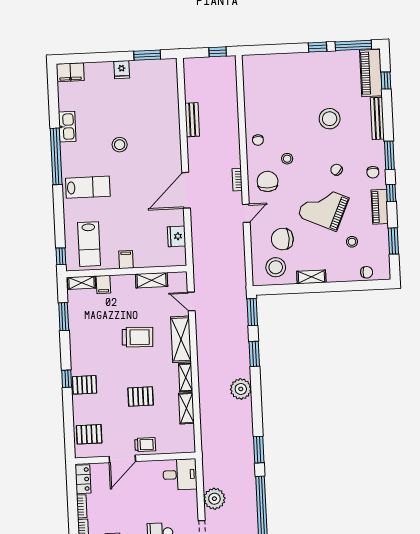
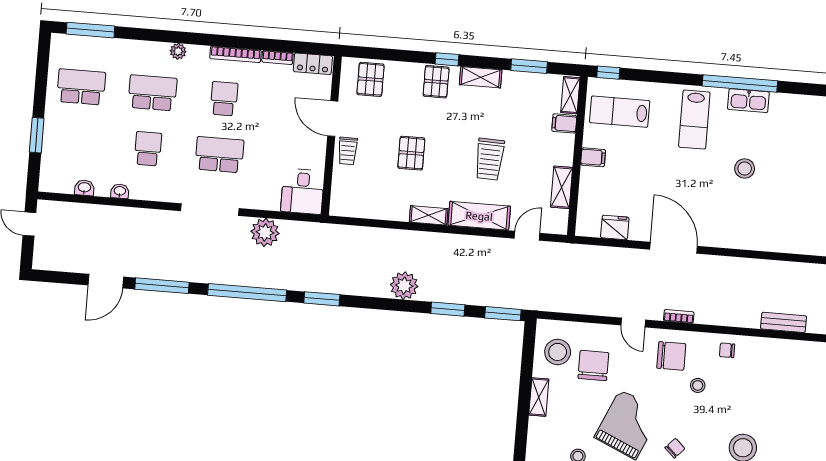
bench: (192, 120) -> (783, 322), moved
kitchen sink: (67, 127) -> (748, 101), moved
shelving: (186, 408) -> (481, 77), moved

